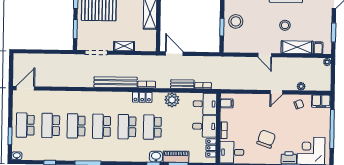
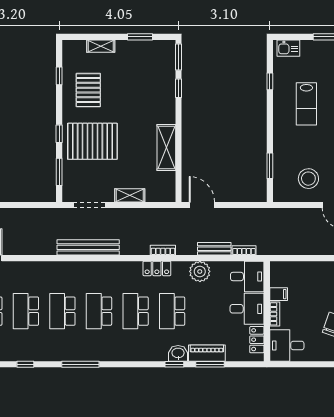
stool: (236, 21) -> (308, 179), moved
bench: (116, 82) -> (88, 247), moved
filing cabinet: (227, 103) -> (279, 294), moved

